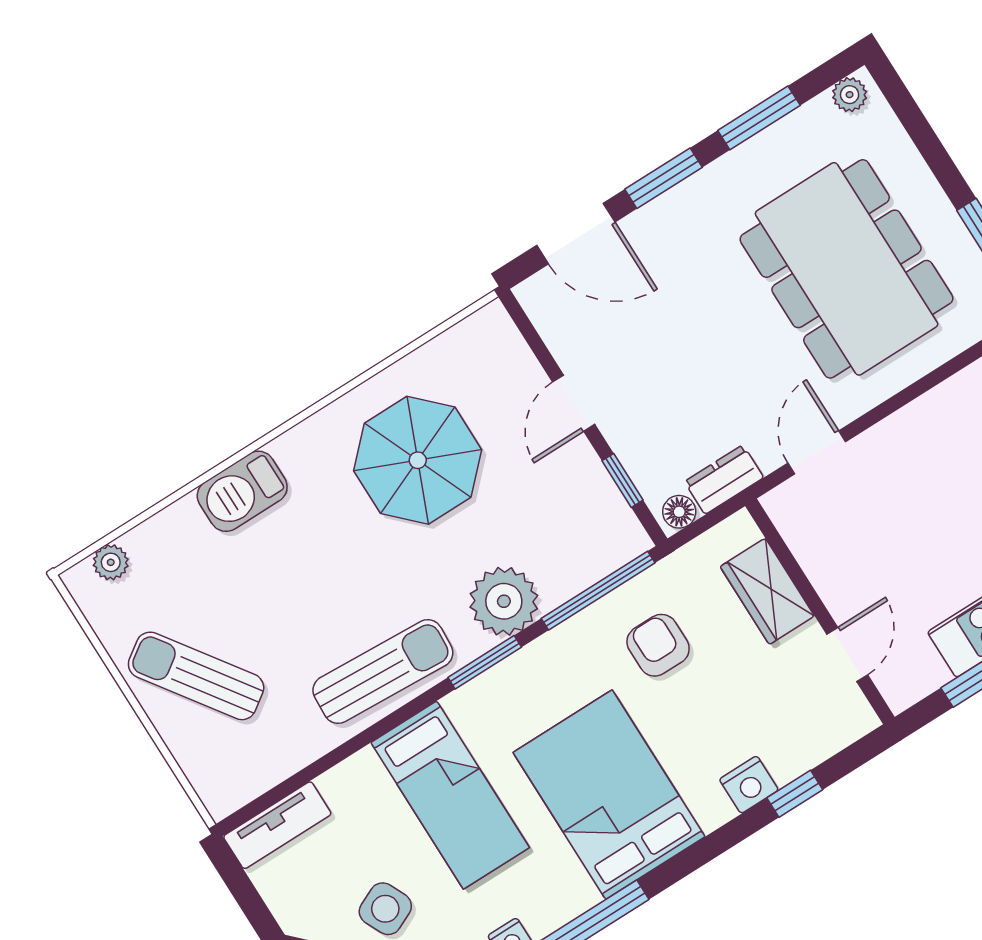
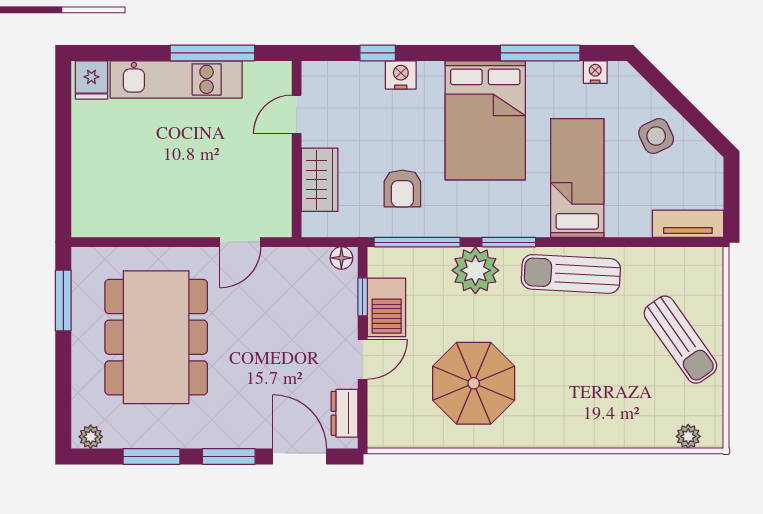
dresser: (724, 480) -> (345, 413), moved, turned 90
barbecue: (242, 491) -> (387, 307), moved, turned 90

